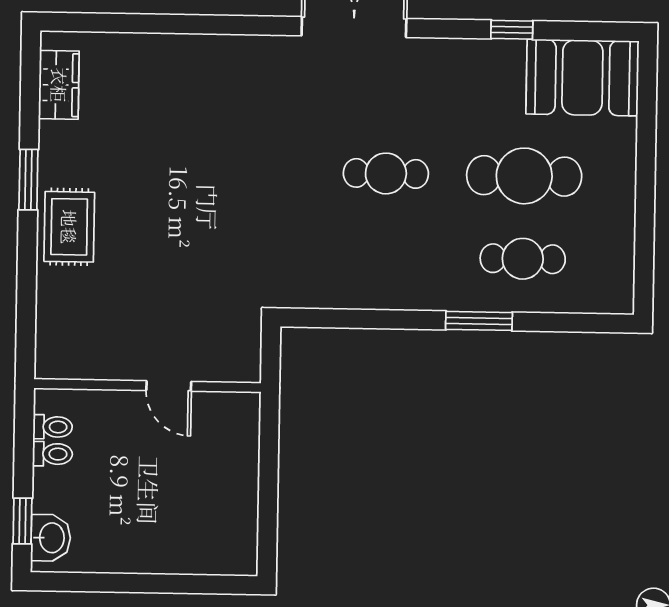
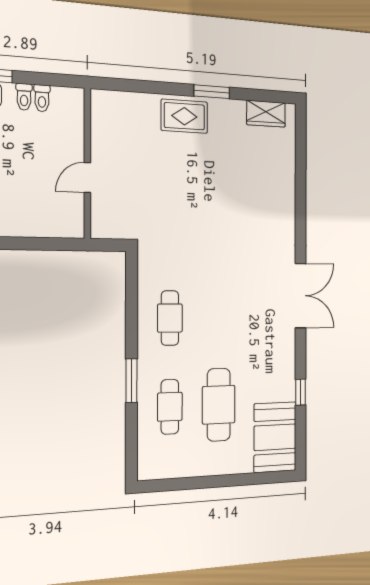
cafe table: (386, 173) -> (170, 318), moved
toilet: (53, 427) -> (24, 97), moved

